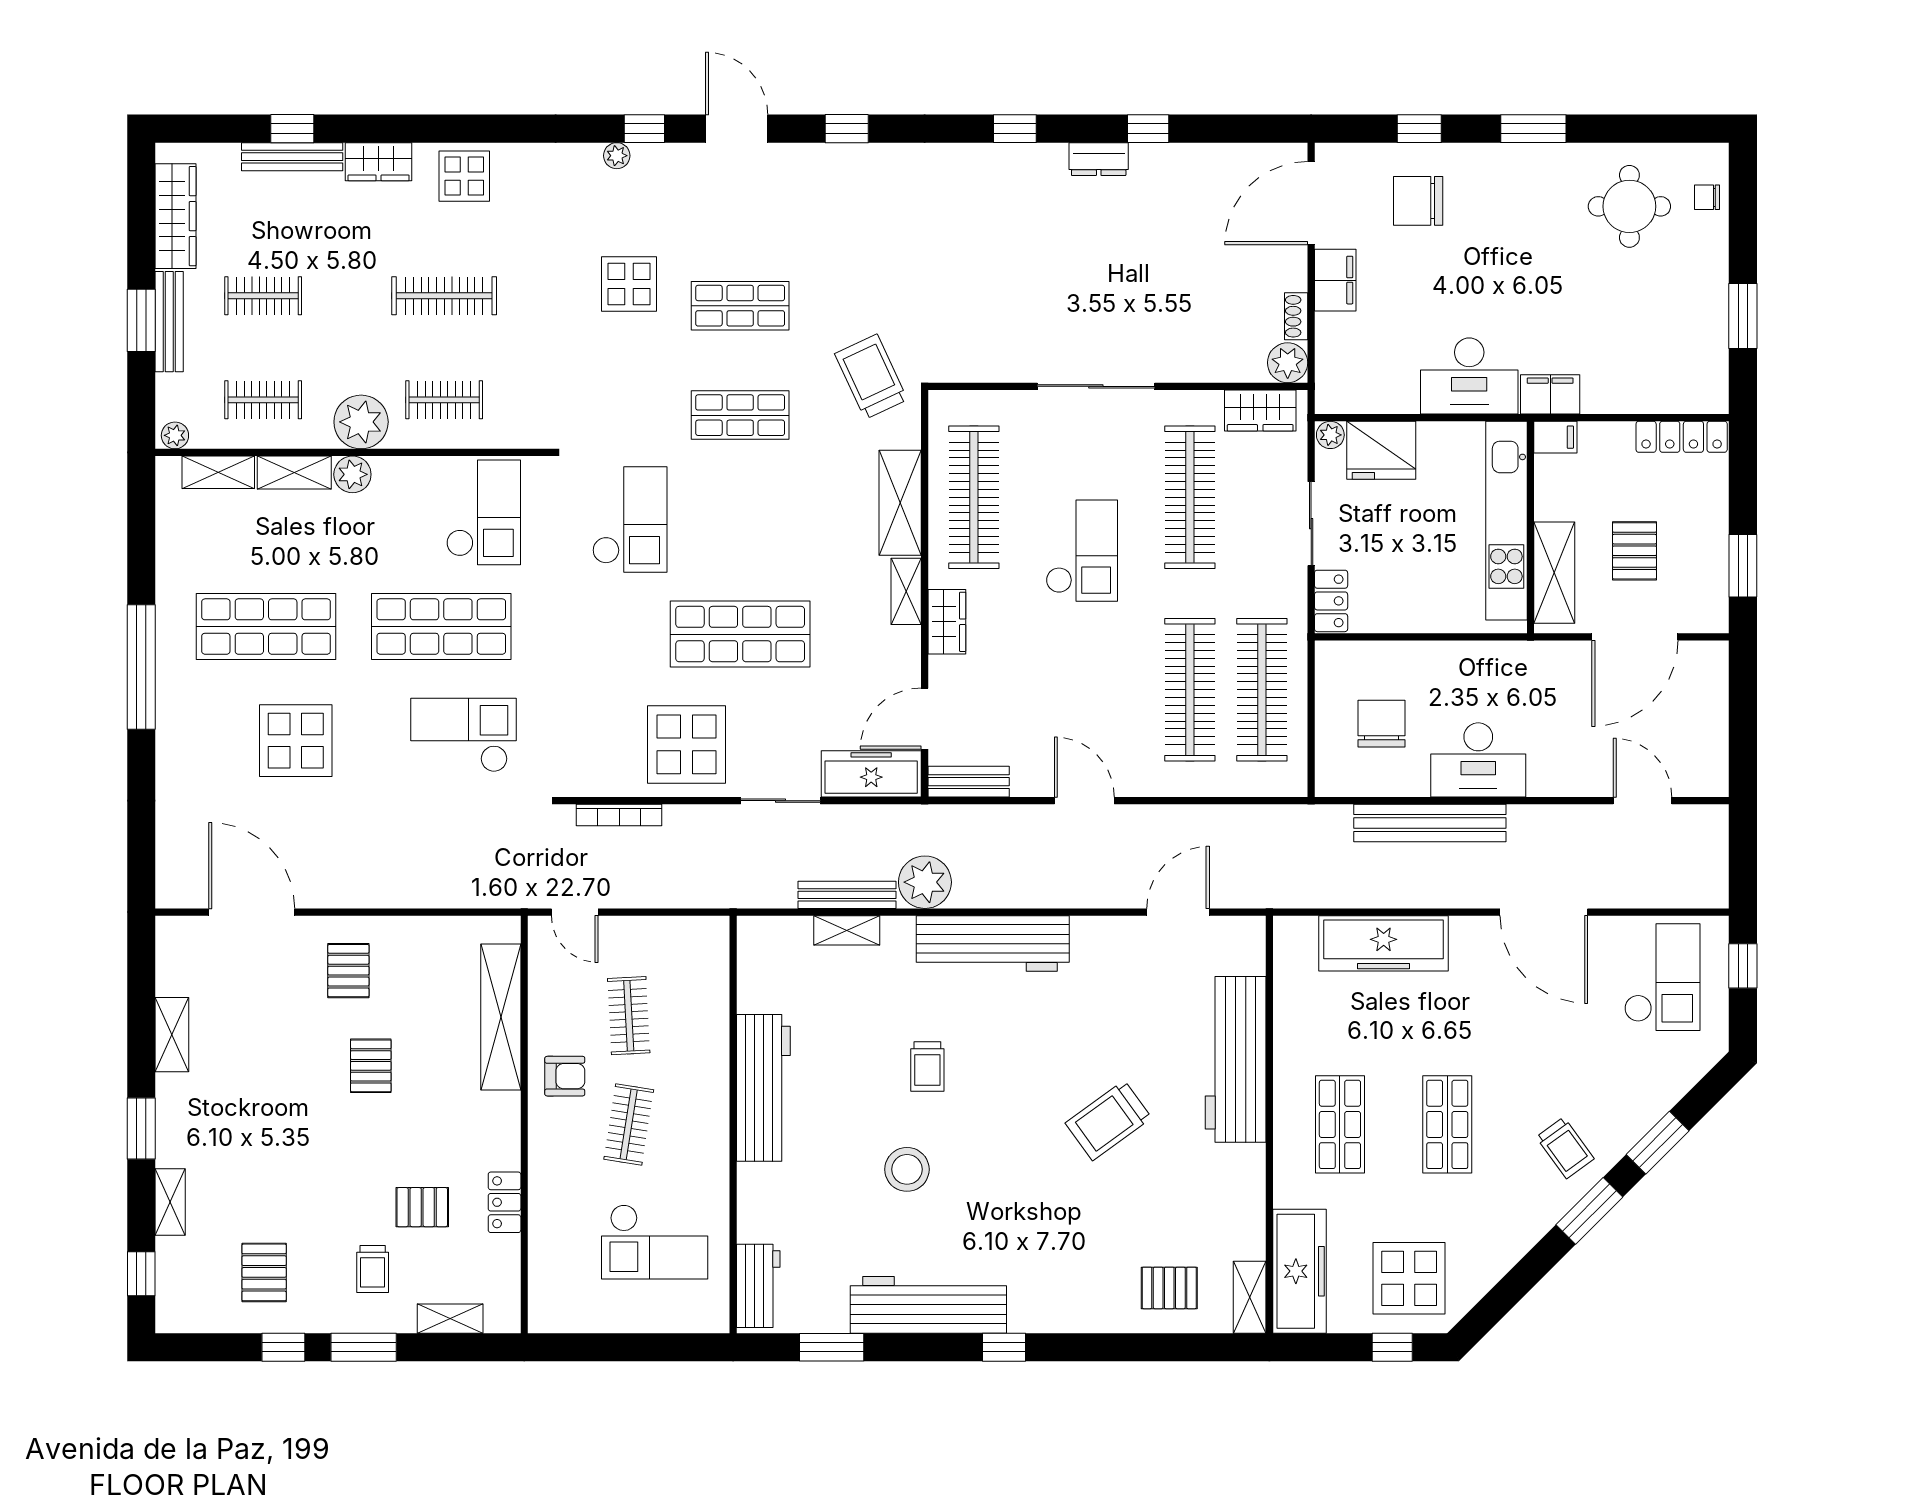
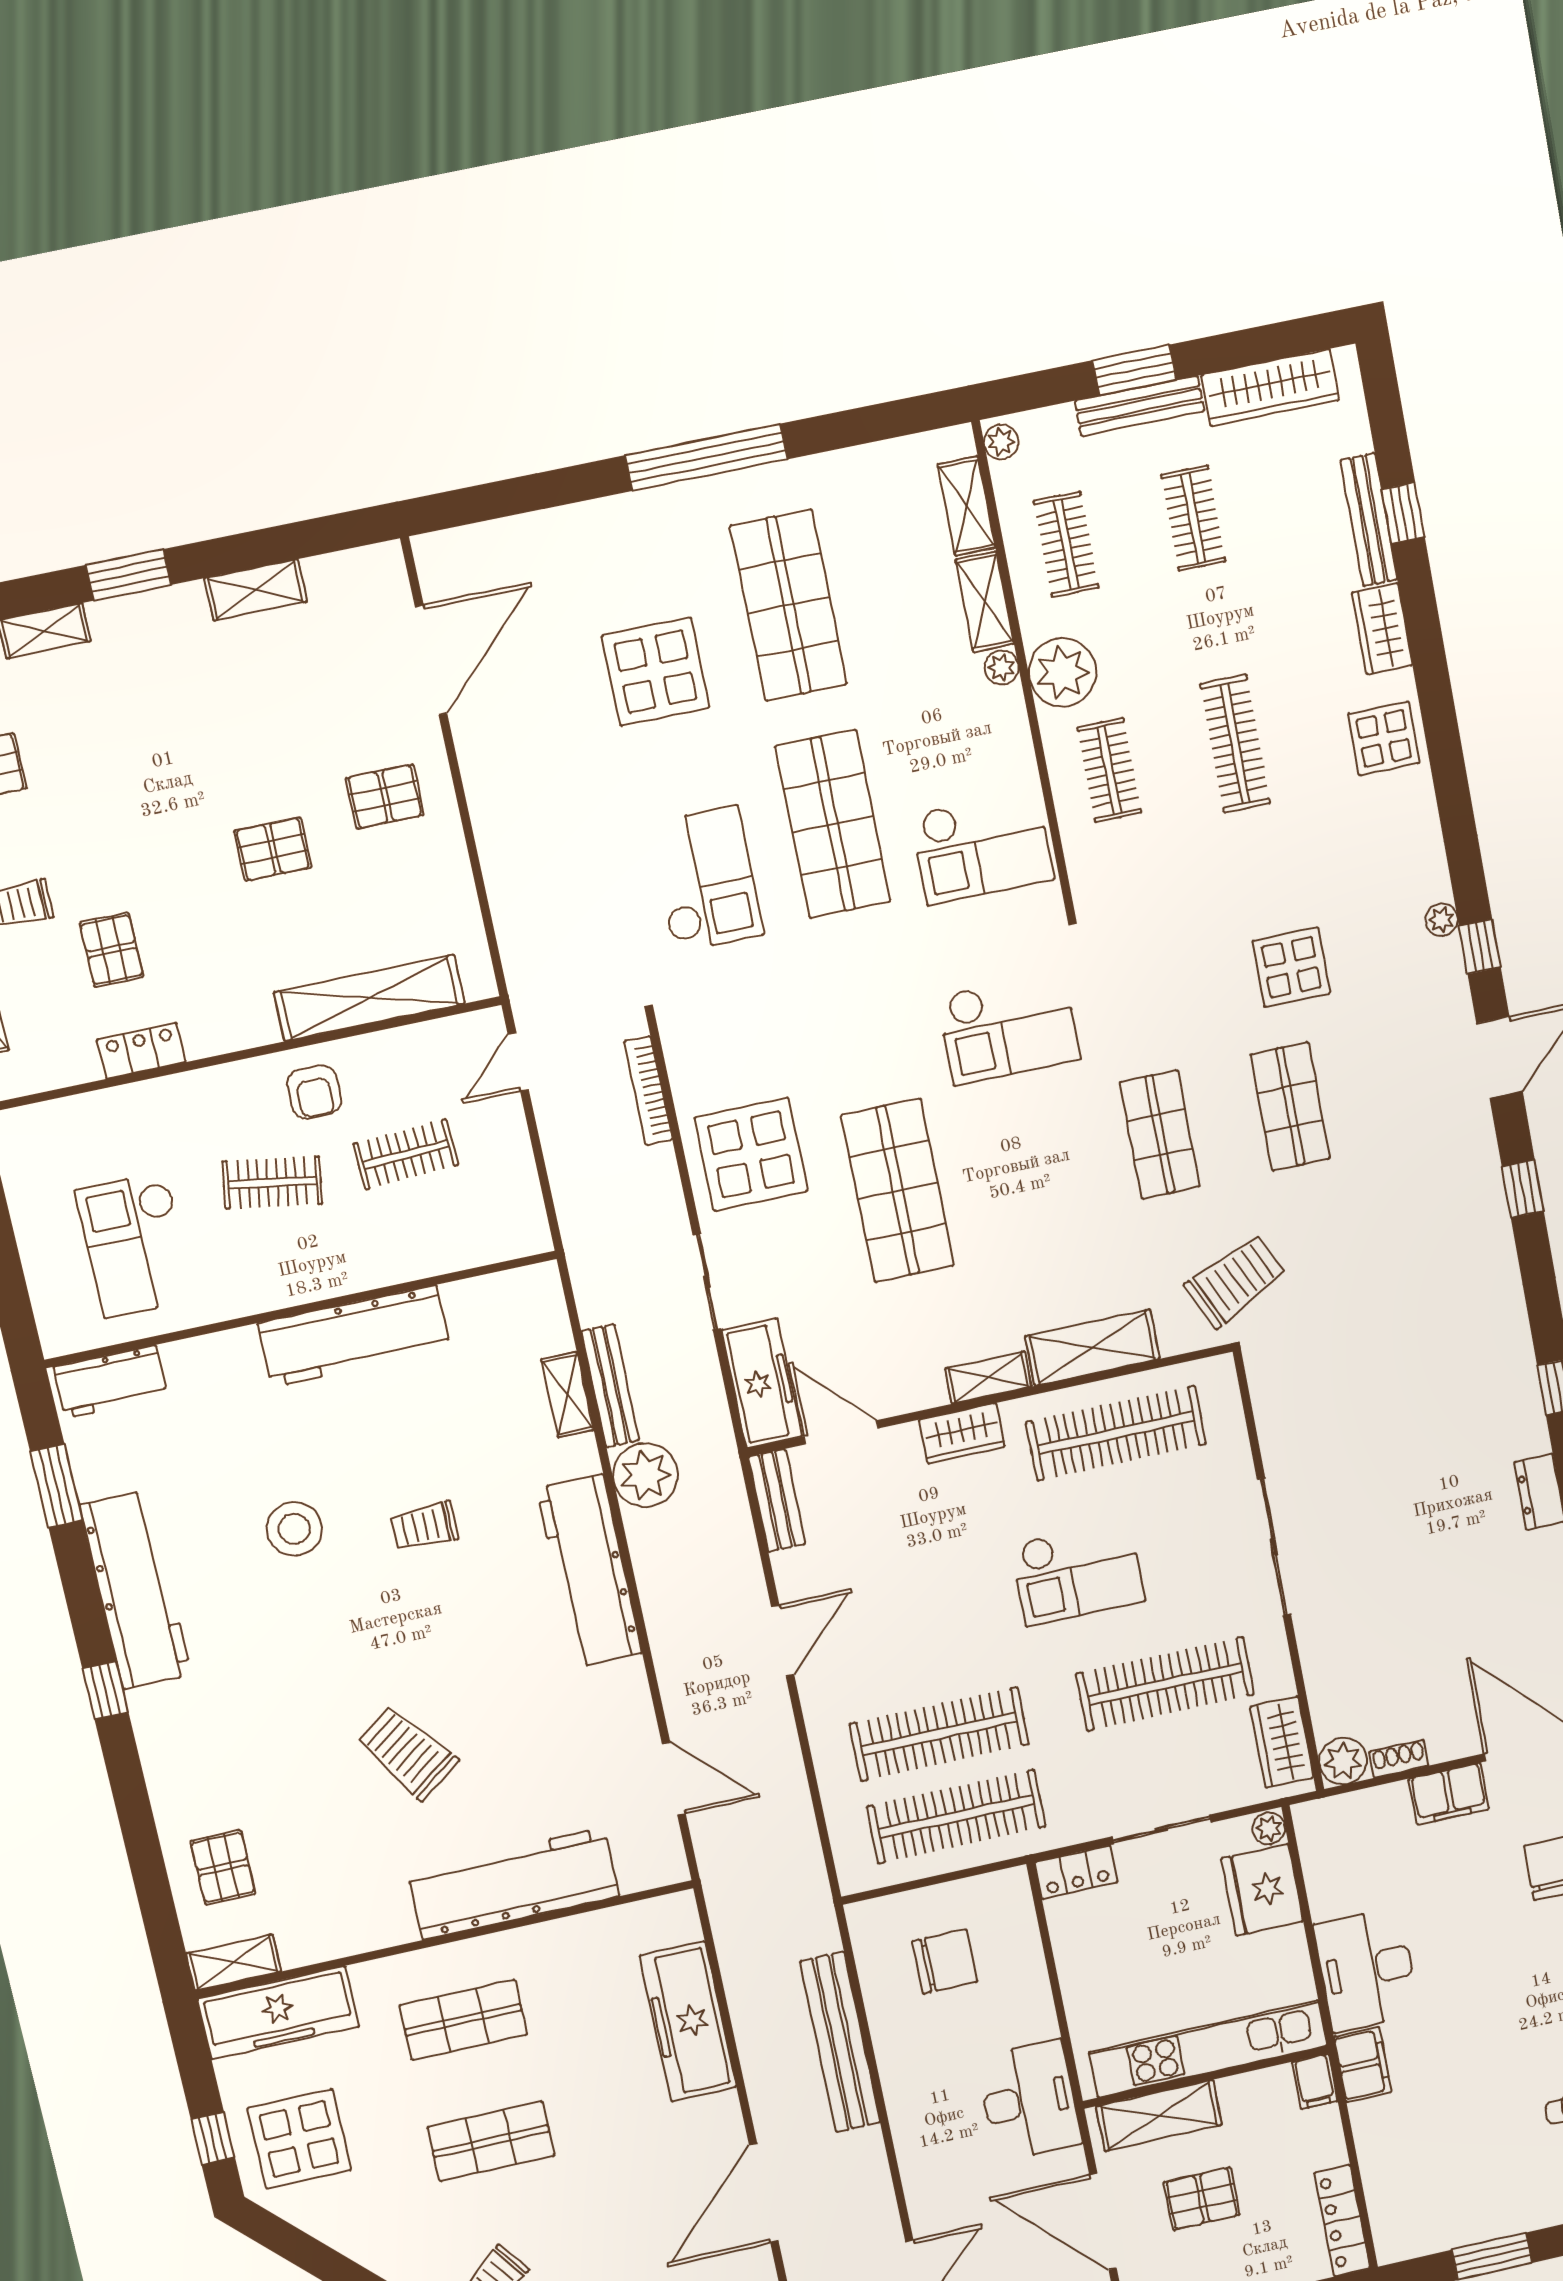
plant: (352, 474) -> (1002, 668), width x0.73, depth x0.73
desk: (1478, 760) -> (1029, 2101), moved, turned 180

